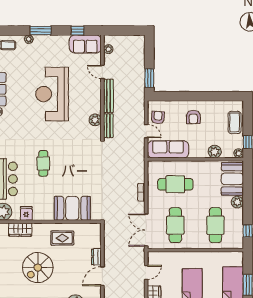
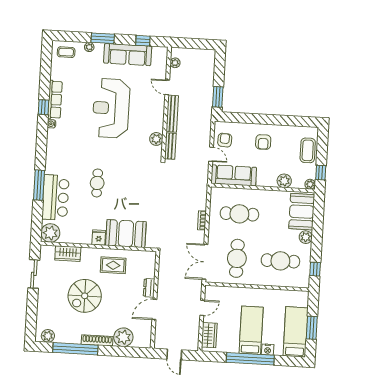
sofa: (85, 44) -> (128, 55), moved, width x1.36
fridge: (26, 213) -> (99, 238), moved
cafe table: (215, 225) -> (280, 261), turned 90

